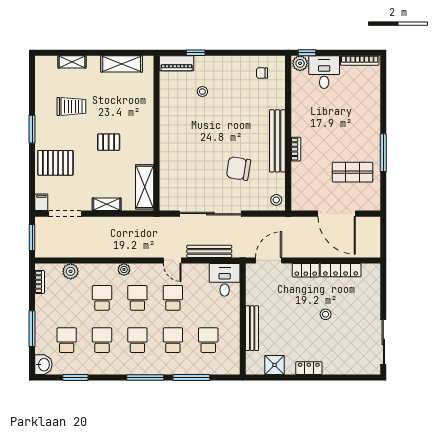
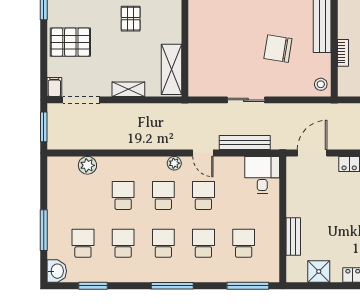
pallet: (109, 142) -> (131, 19), turned 90
bookcase: (296, 149) -> (343, 53), moved
sliding door: (210, 214) -> (246, 100), width x0.54
plant: (124, 270) -> (174, 163), moved
bookcase: (40, 282) -> (52, 177), removed
bench: (252, 328) -> (293, 237), width x0.73
window: (191, 378) -> (248, 286), moved

